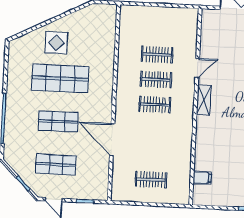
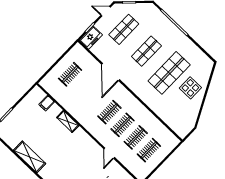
clothes rail: (158, 30) -> (149, 150), added
shelving: (204, 100) -> (68, 121), moved
door: (112, 140) -> (111, 72), swing flipped
freezer: (94, 191) -> (91, 38), added

